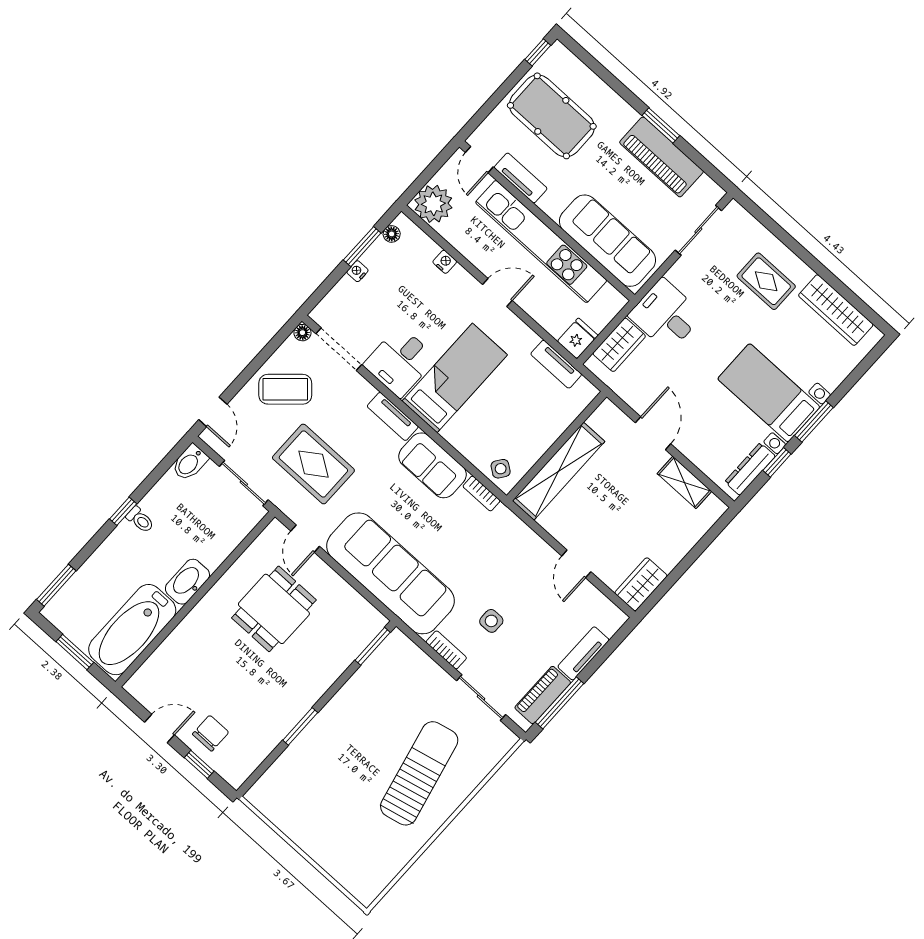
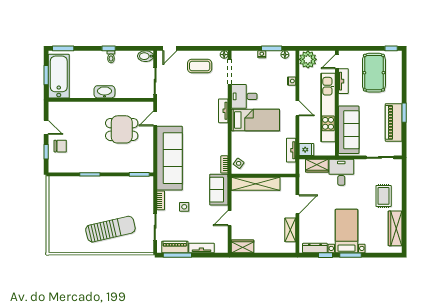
coffee table: (285, 389) -> (200, 66), turned -48
rug: (313, 464) -> (183, 98), removed
sofa: (433, 465) -> (219, 190), moved
bathtub: (132, 630) -> (59, 76), moved, turned 90

